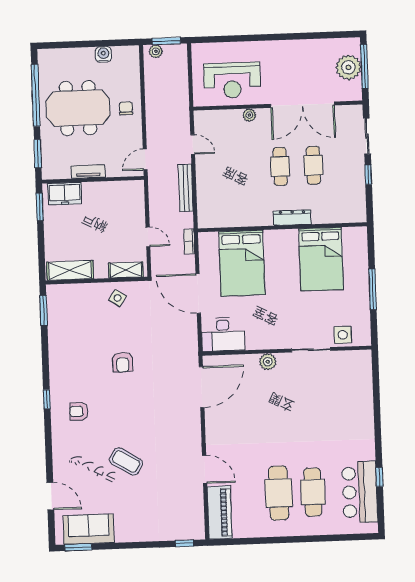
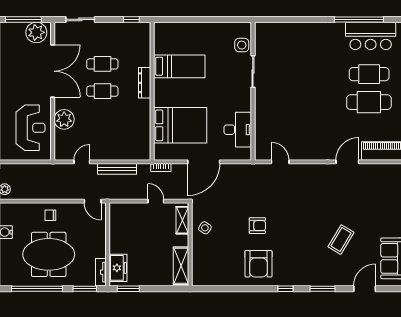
plant: (348, 67) -> (36, 32), moved
meeting table: (78, 108) -> (49, 254), turned 90
plant: (249, 115) -> (64, 119), width x1.87, depth x1.87
tv unit: (88, 172) -> (101, 272), moved
window: (368, 175) -> (131, 19), moved
door: (148, 237) -> (156, 201), hinge flipped
bed: (321, 259) -> (179, 66), width x0.67
window: (373, 289) -> (205, 19), removed
window: (44, 311) -> (322, 289), moved
desk: (223, 334) -> (238, 130), moved
plant: (268, 362) -> (261, 107), removed
door: (202, 387) -> (280, 162), width x0.53
armchair: (79, 411) -> (259, 264), moved, width x1.88, depth x1.88
coffee table: (126, 461) -> (341, 240), moved
window: (379, 477) -> (359, 19), width x3.17

